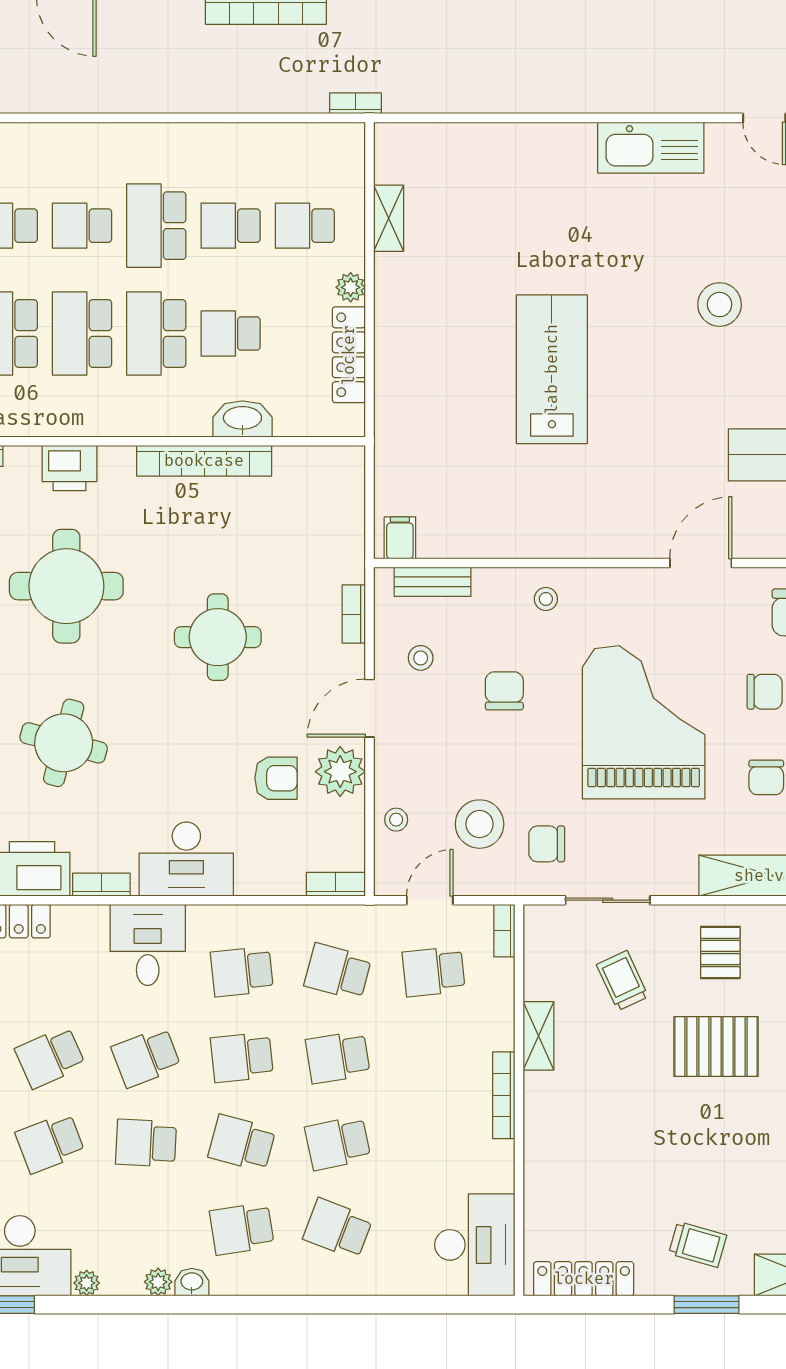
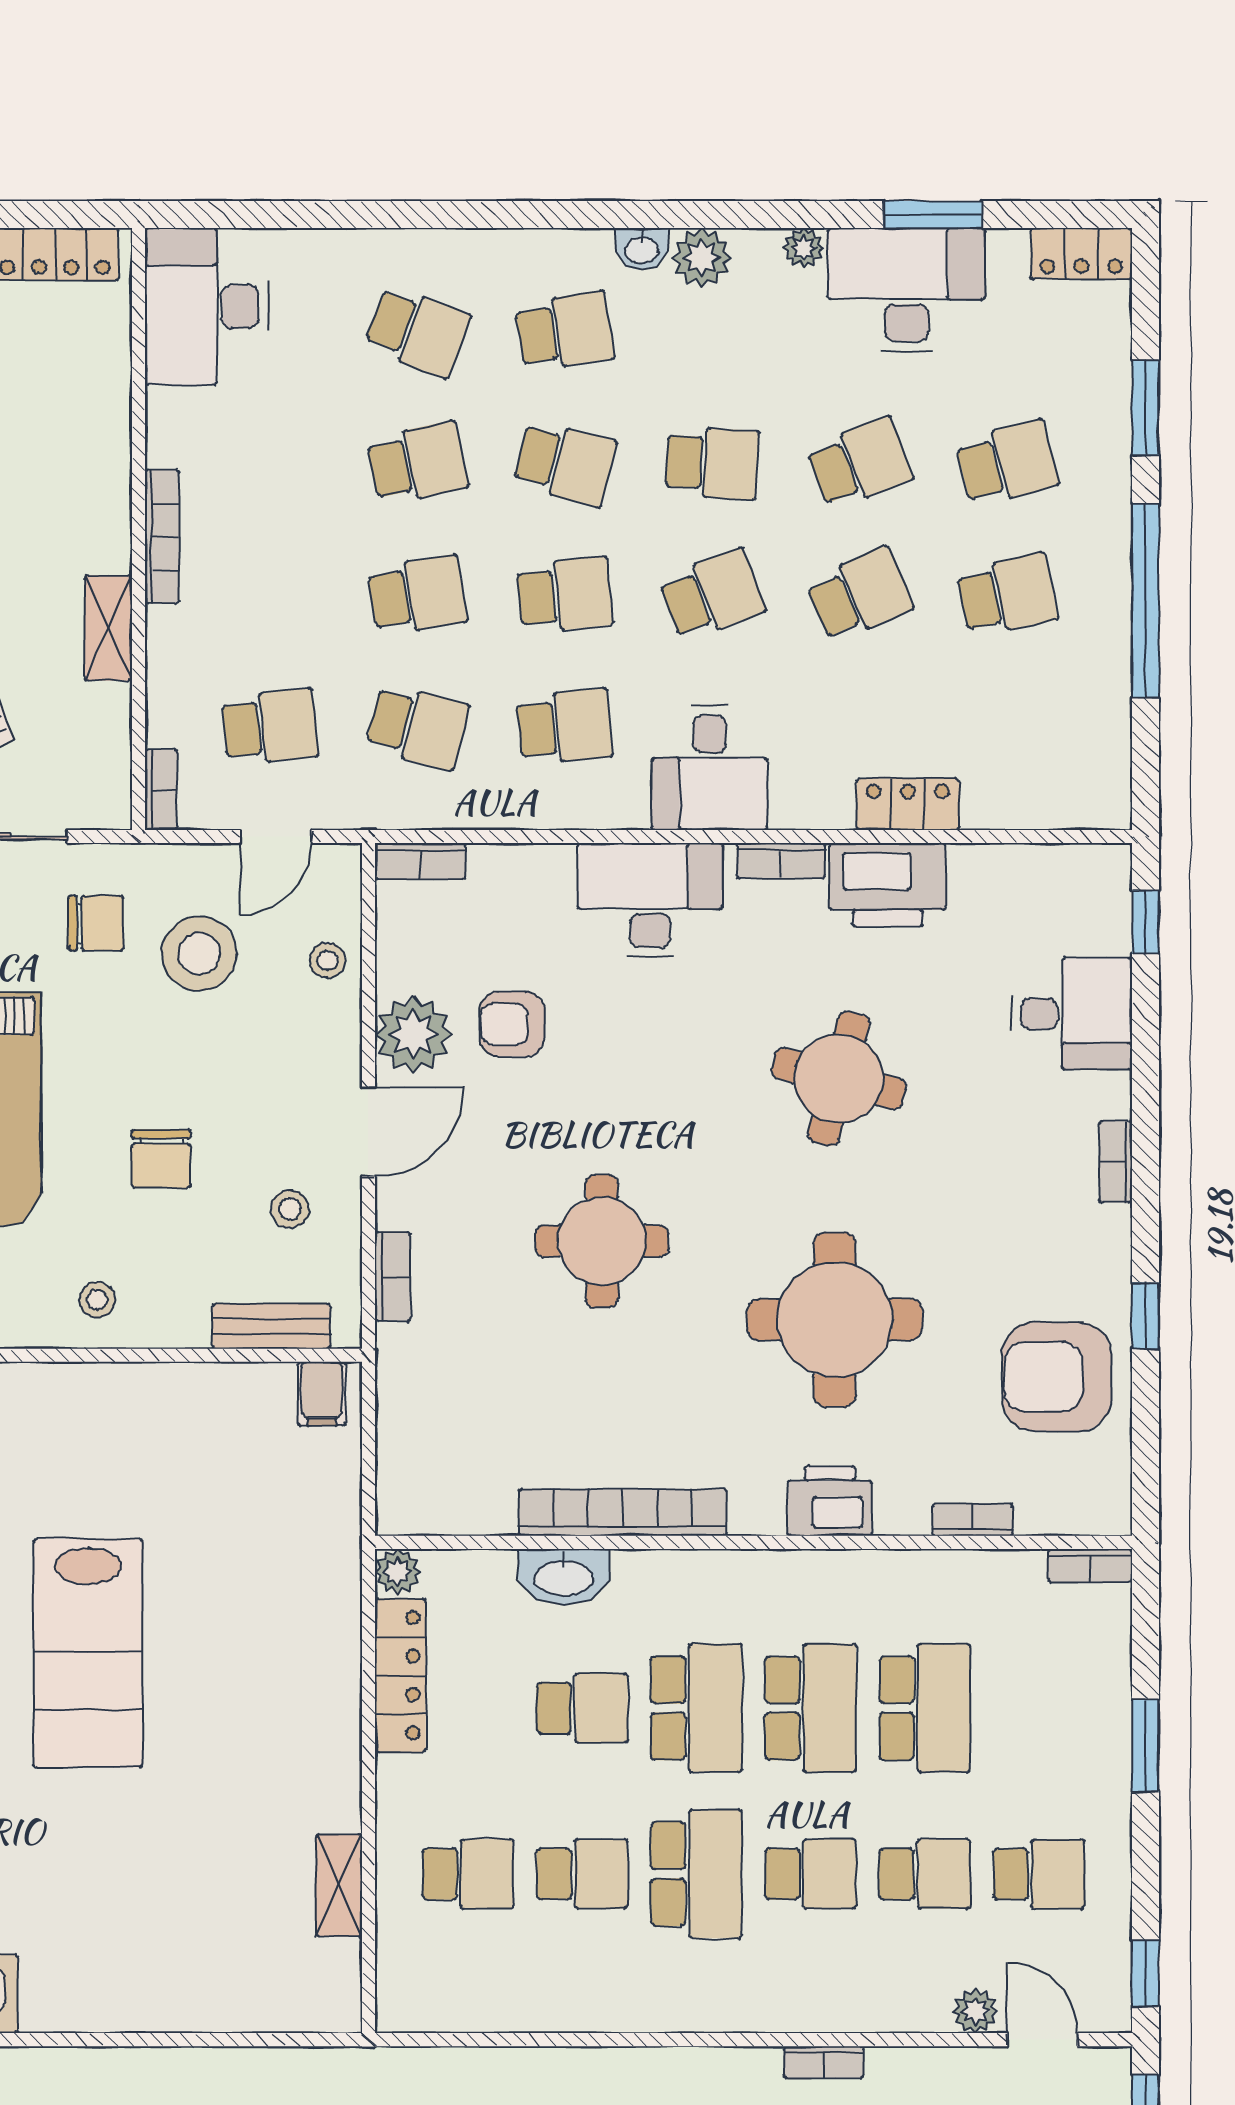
bookcase: (355, 103) -> (824, 2062), moved
plant: (351, 287) -> (398, 1572), moved
plant: (158, 1282) -> (702, 257), width x1.38, depth x1.38

